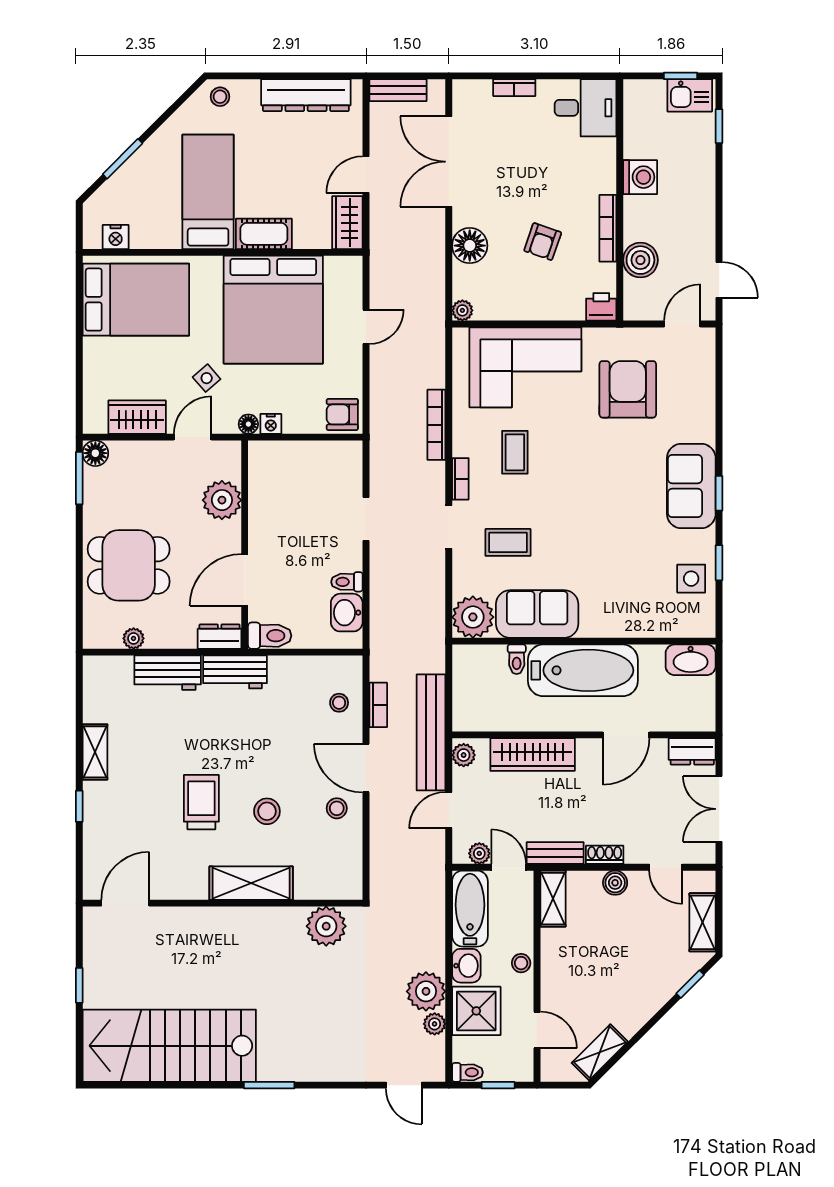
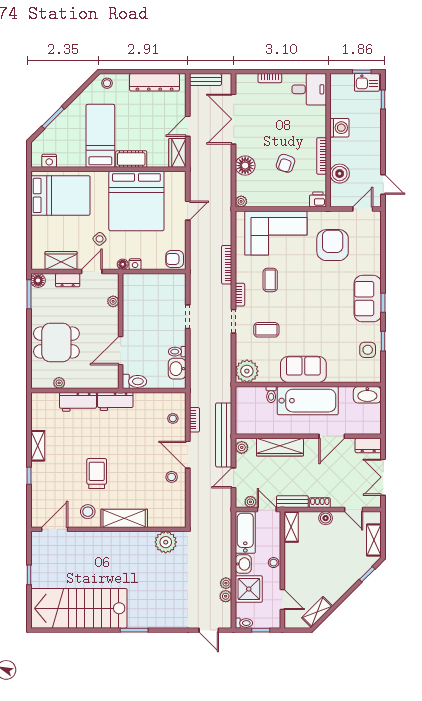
plant: (222, 500) -> (113, 301), width x0.53, depth x0.53
sofa: (537, 614) -> (303, 369), moved
dresser: (220, 637) -> (68, 280), moved, turned 180
stool: (267, 811) -> (88, 512), moved
plant: (426, 991) -> (226, 583), width x0.53, depth x0.53

